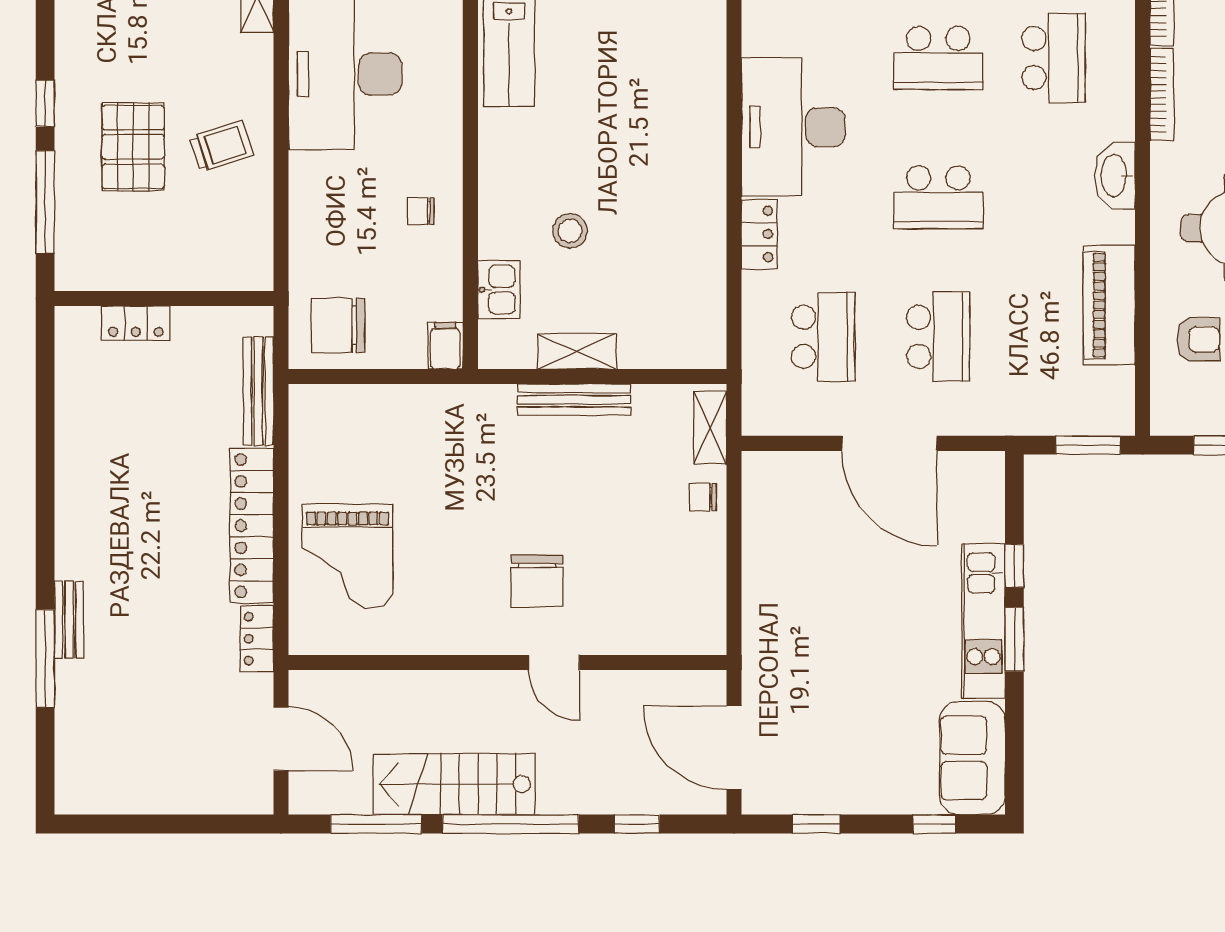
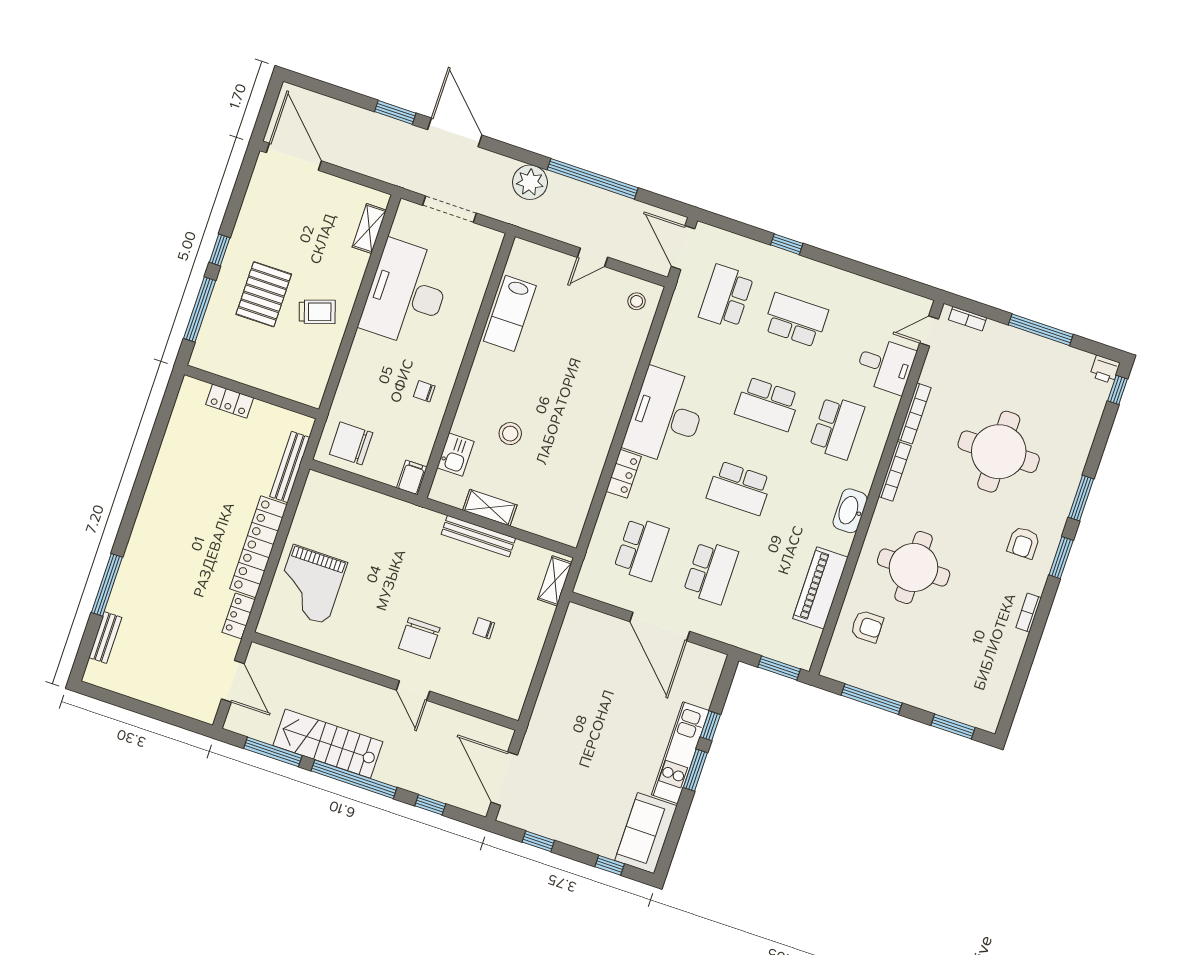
chair: (703, 497) -> (484, 628), moved
bench: (69, 620) -> (105, 637), moved

